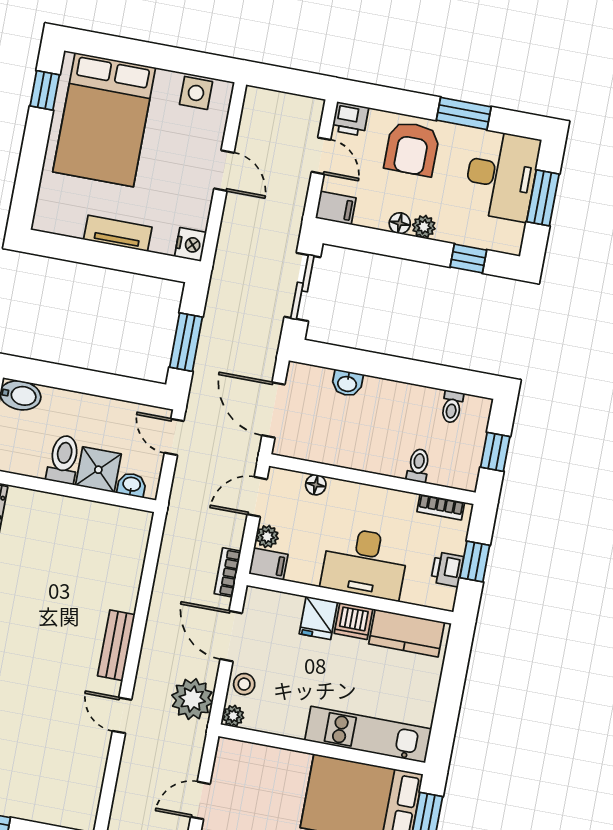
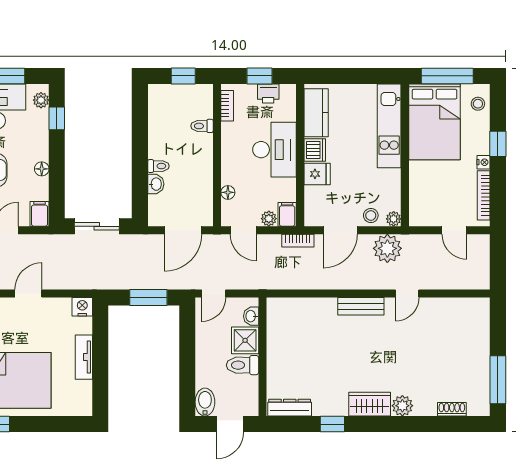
plant: (424, 227) -> (41, 100), moved
toilet: (452, 407) -> (158, 166), moved

